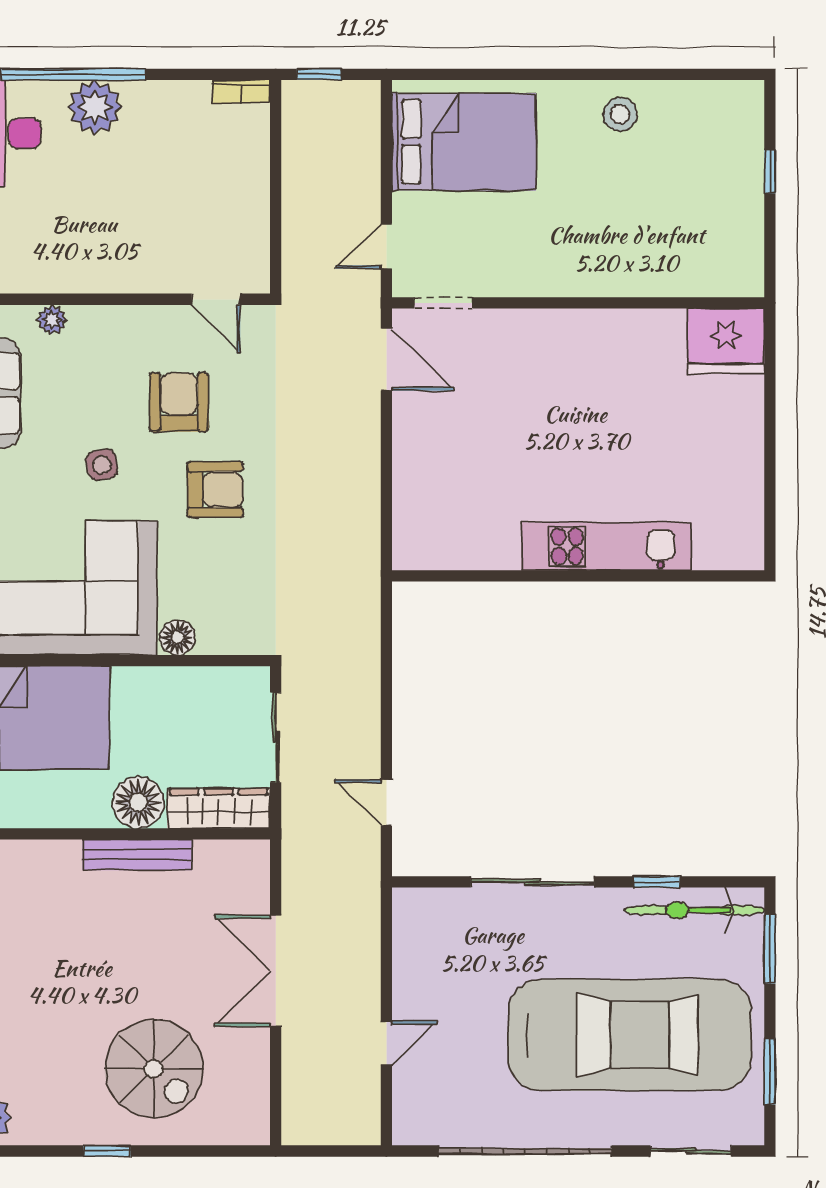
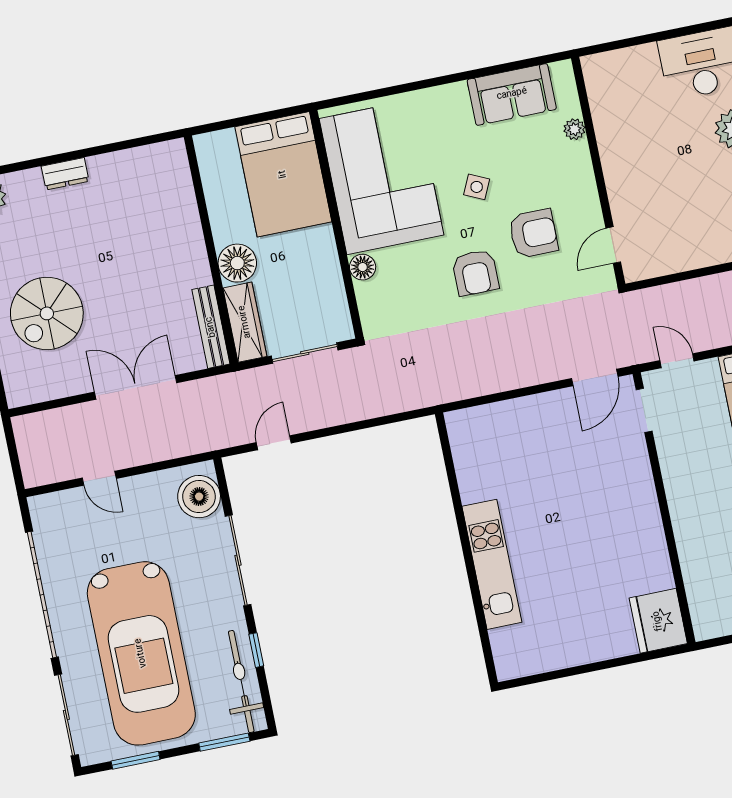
side table: (102, 465) -> (477, 187), turned 36
bench: (137, 855) -> (211, 327), moved
boiler: (437, 916) -> (199, 497), added
sliding door: (691, 1151) -> (66, 715), width x1.37

